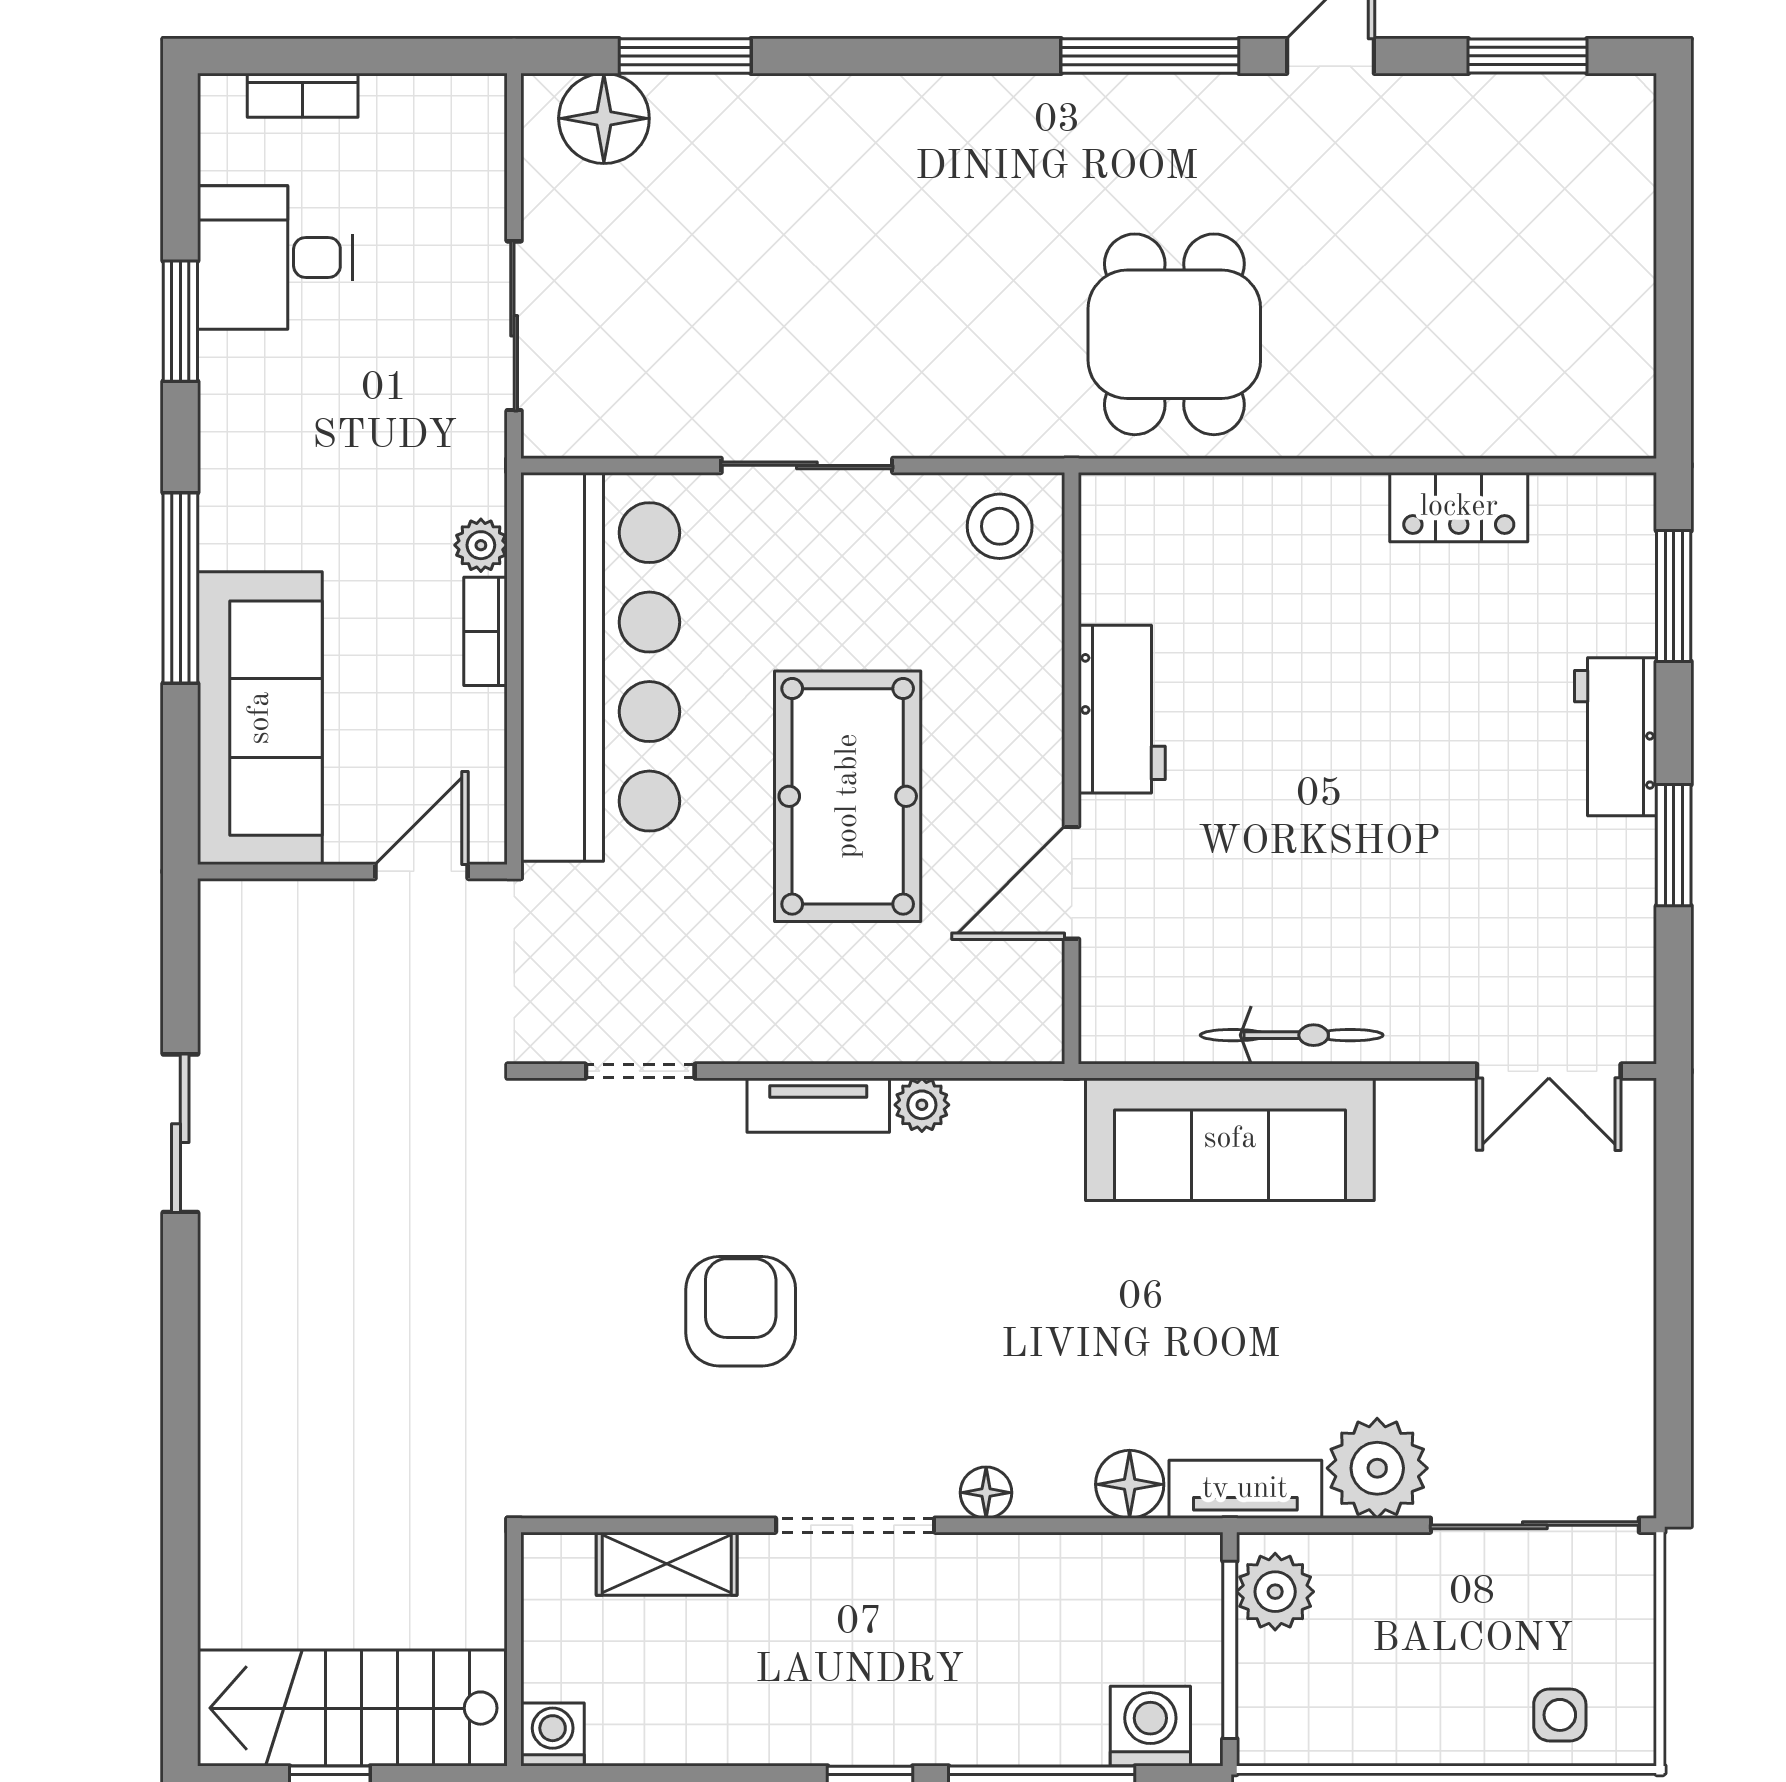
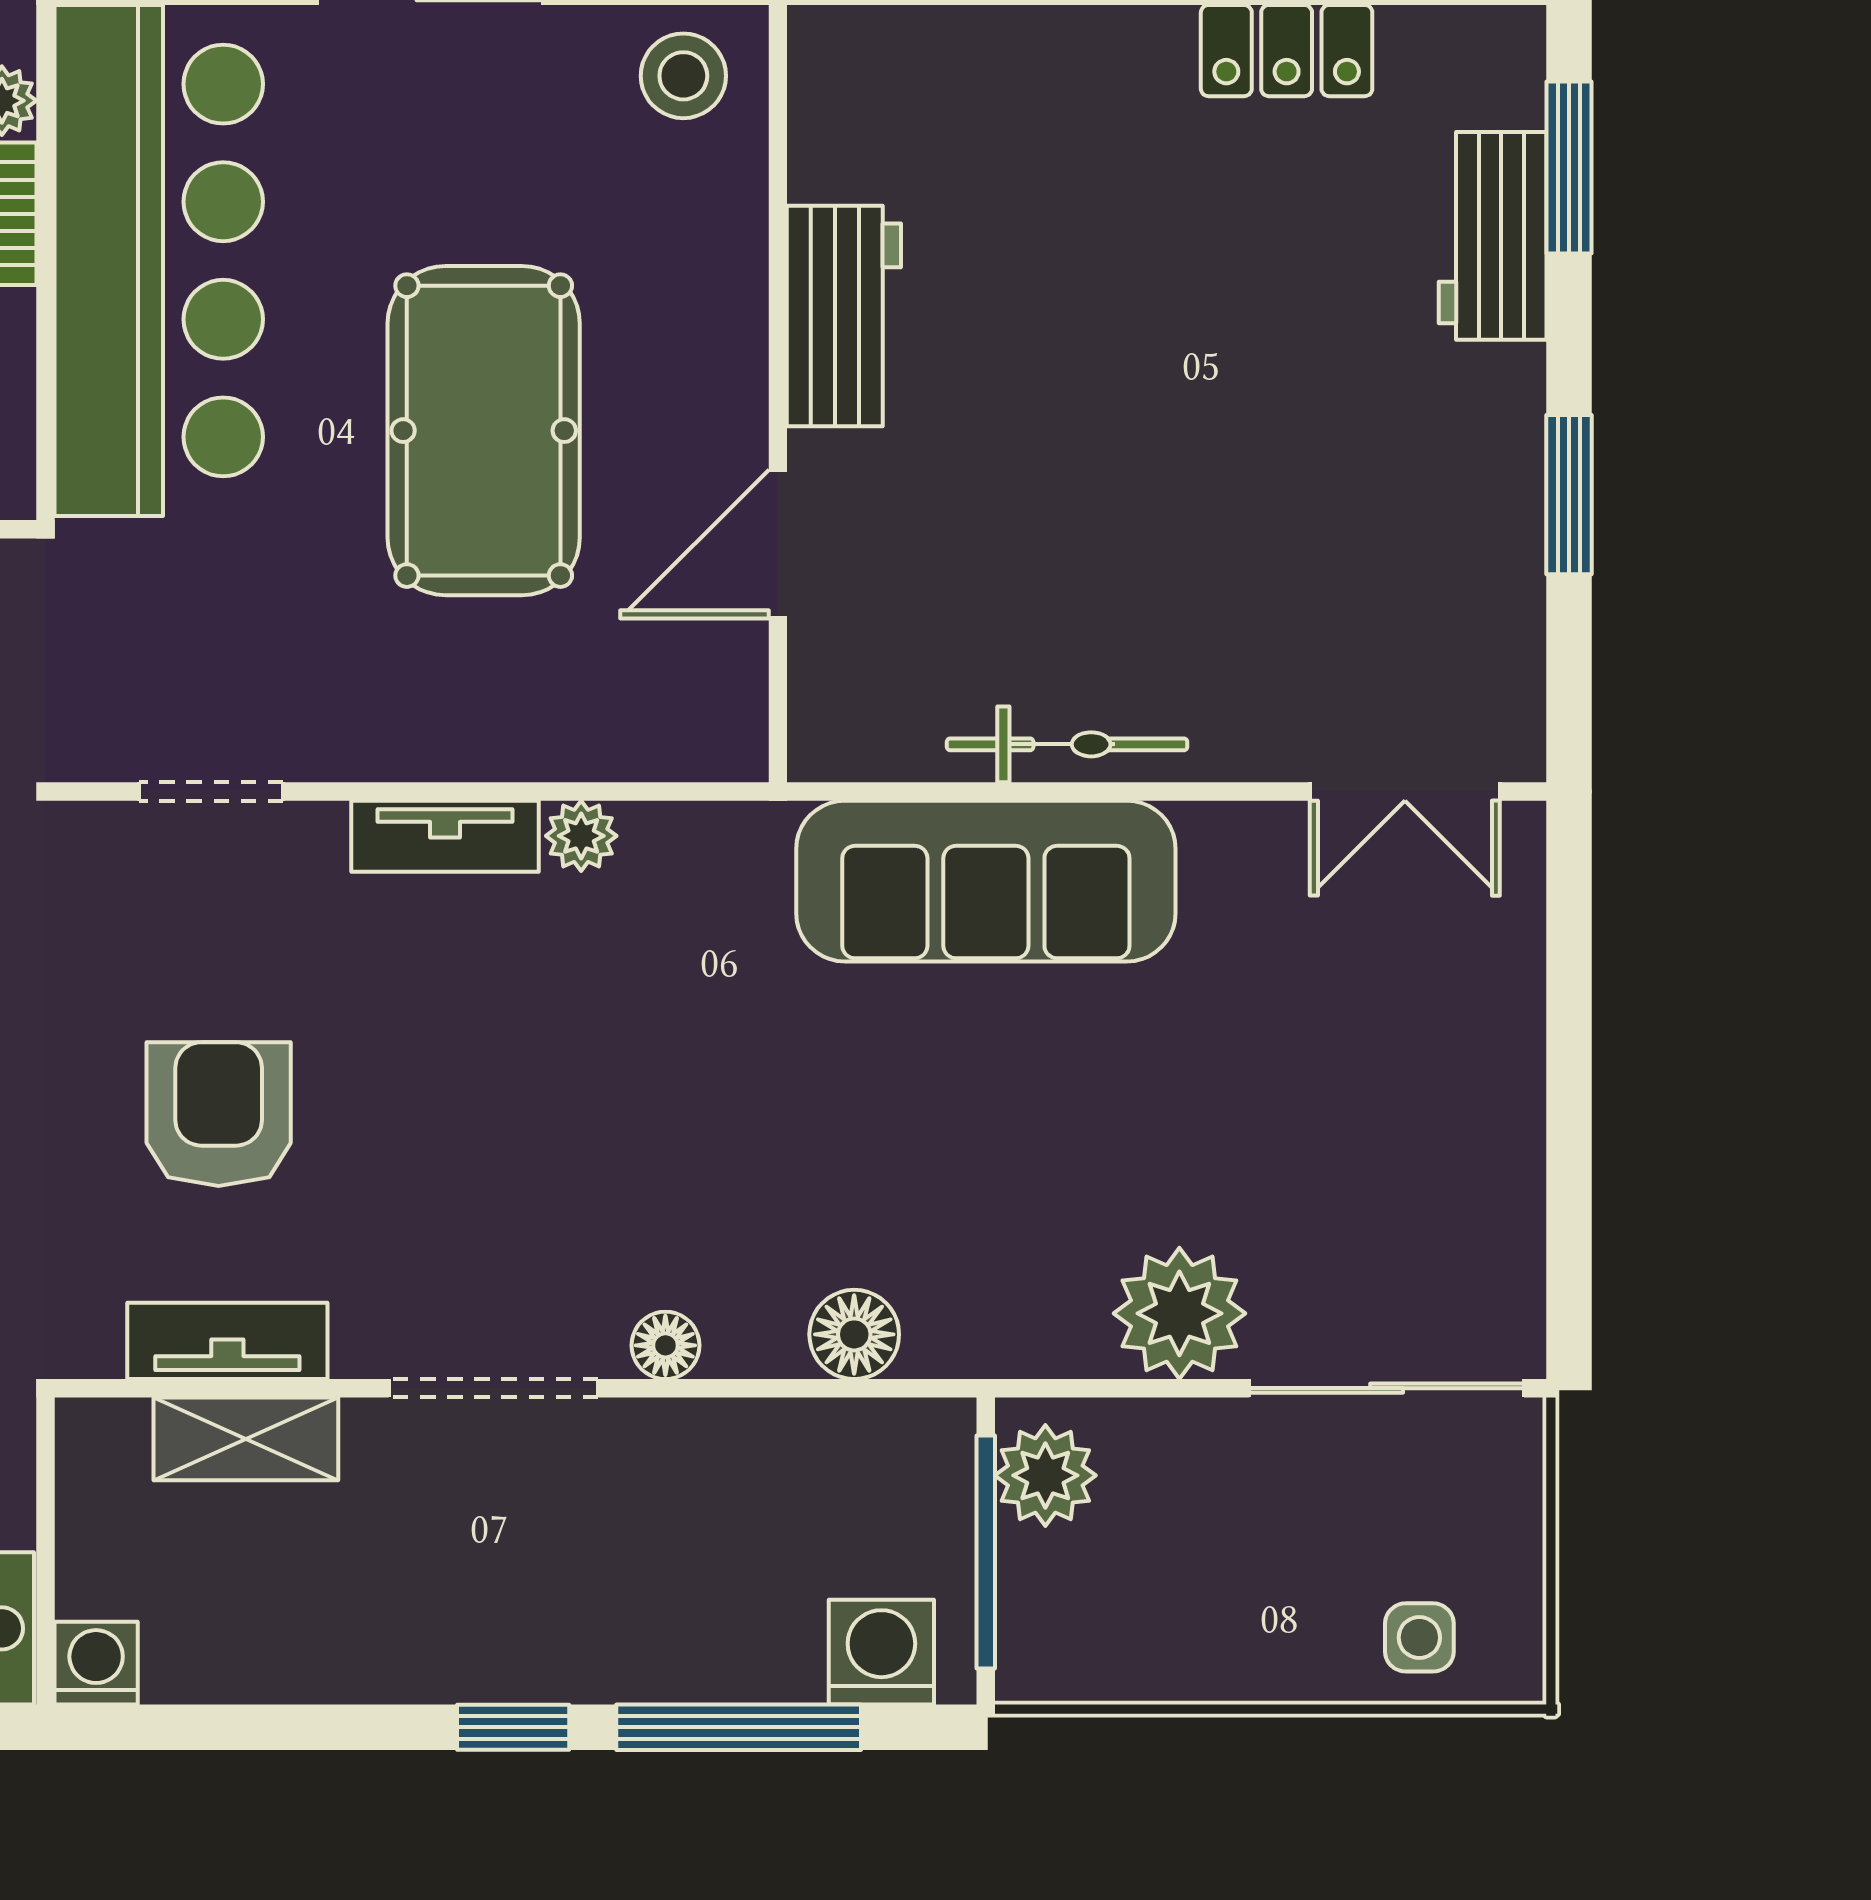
workbench: (1616, 737) -> (1493, 236), moved
armchair: (741, 1311) -> (219, 1114), moved
tv unit: (1245, 1489) -> (227, 1341), moved

